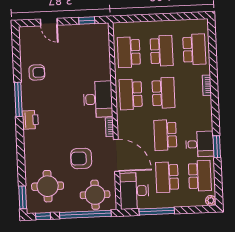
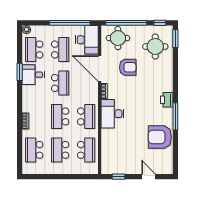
armchair: (37, 72) -> (160, 137), width x1.88, depth x1.88
window: (157, 211) -> (70, 23), width x1.46

